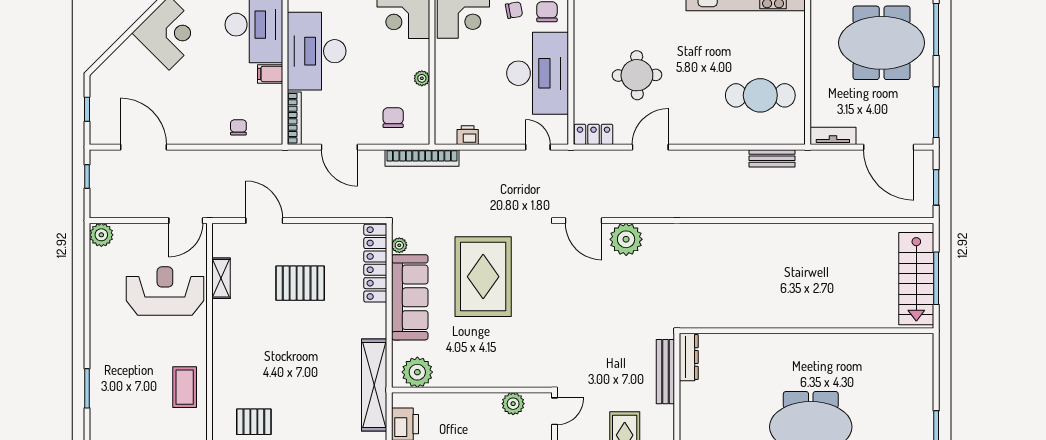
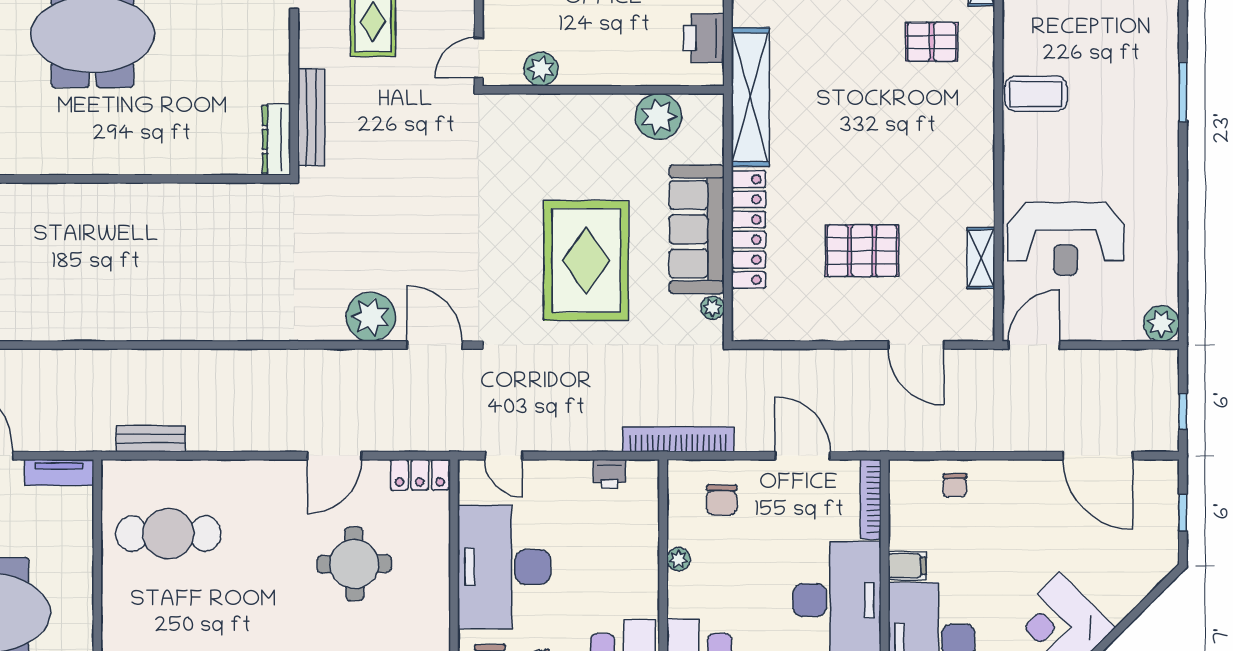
locker: (375, 263) -> (749, 230), moved
plant: (417, 372) -> (658, 116), moved
coffee table: (185, 387) -> (1036, 94), turned 90

